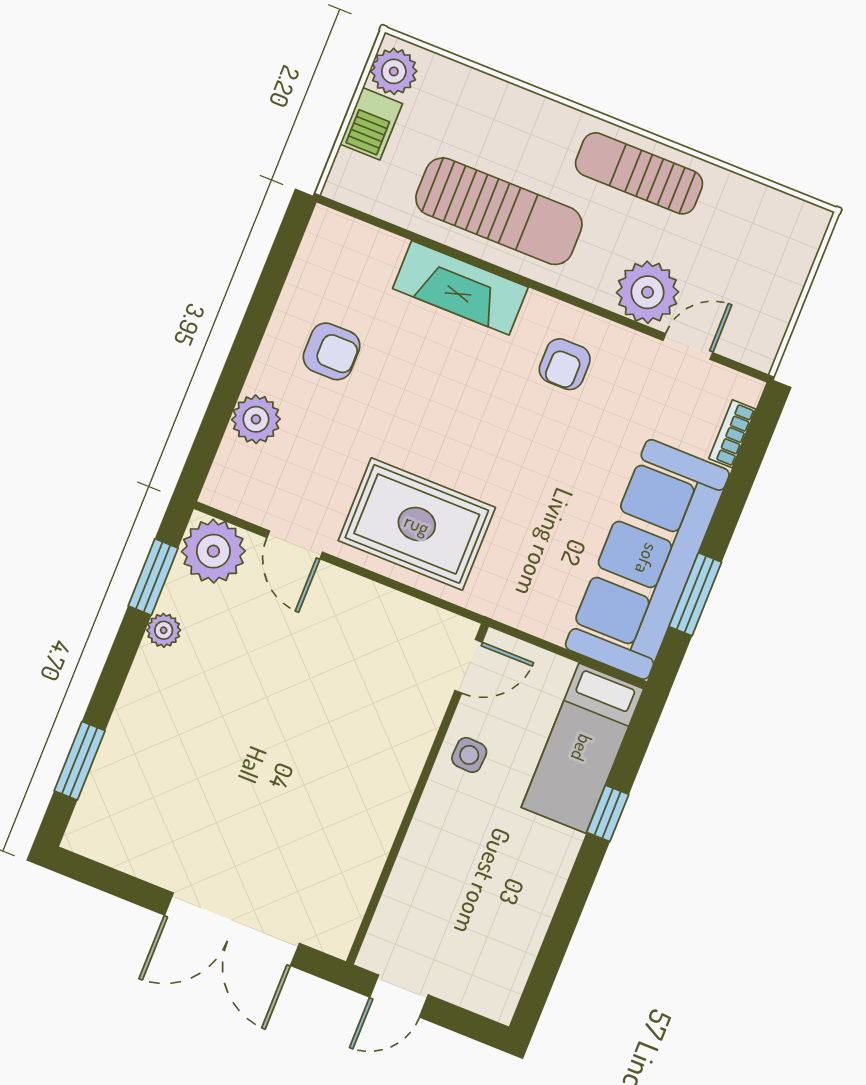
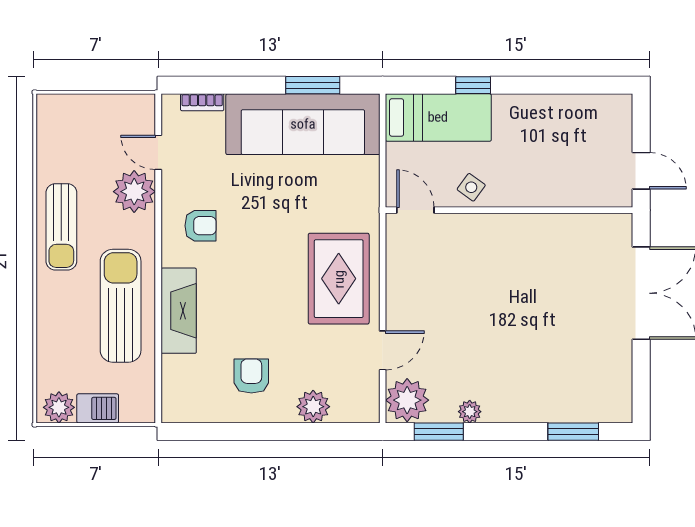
side table: (469, 755) -> (471, 187), turned 33

